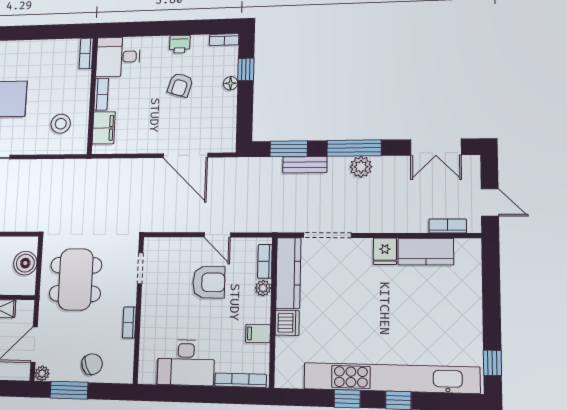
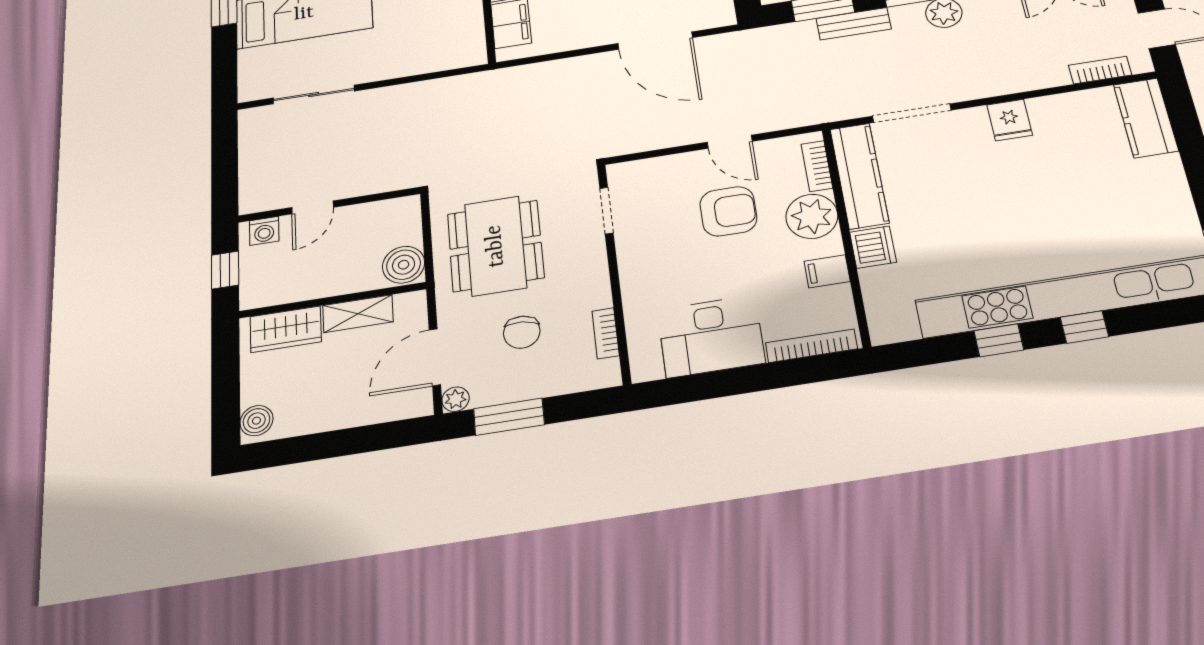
stool: (61, 124) -> (437, 29), removed
kitchen counter: (426, 252) -> (1146, 118), moved, turned 90
boiler: (25, 263) -> (404, 265), moved
plant: (263, 288) -> (812, 216), width x1.88, depth x1.88
bookcase: (129, 322) -> (606, 333), moved
chair: (92, 364) -> (522, 332), moved, turned 117

